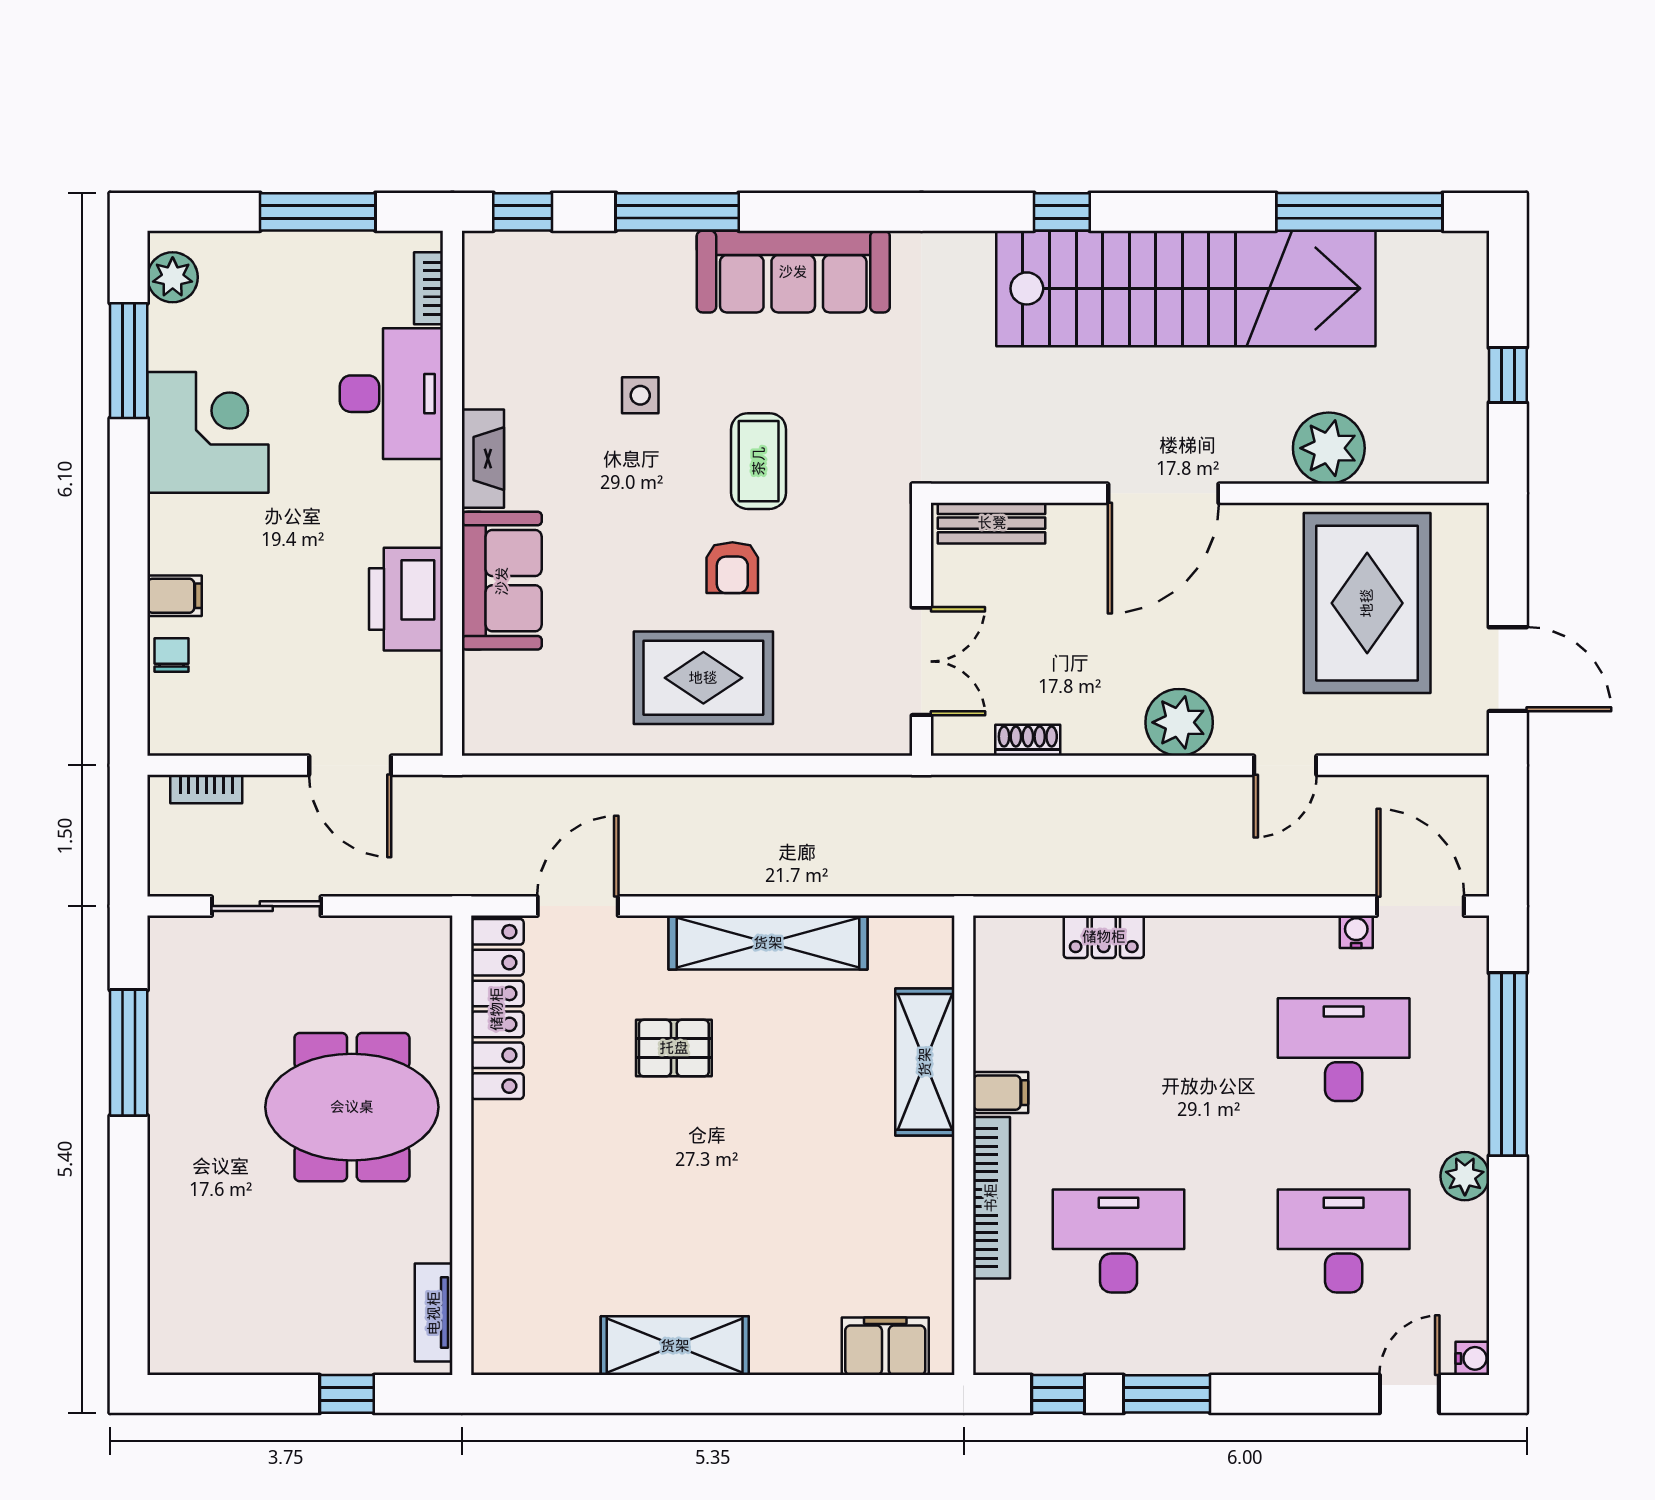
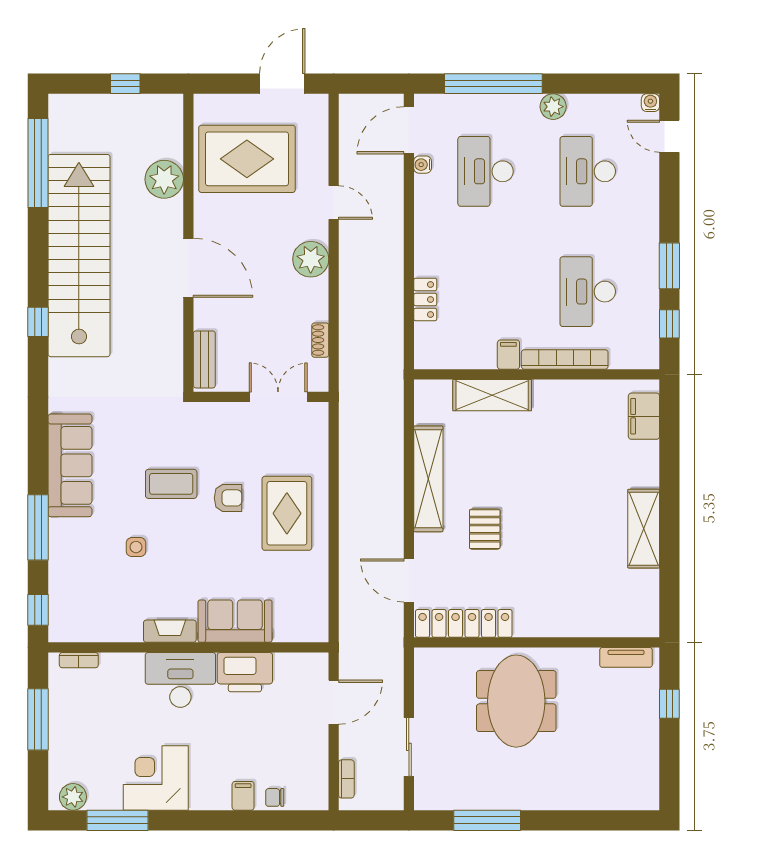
desk: (391, 394) -> (180, 680), moved

